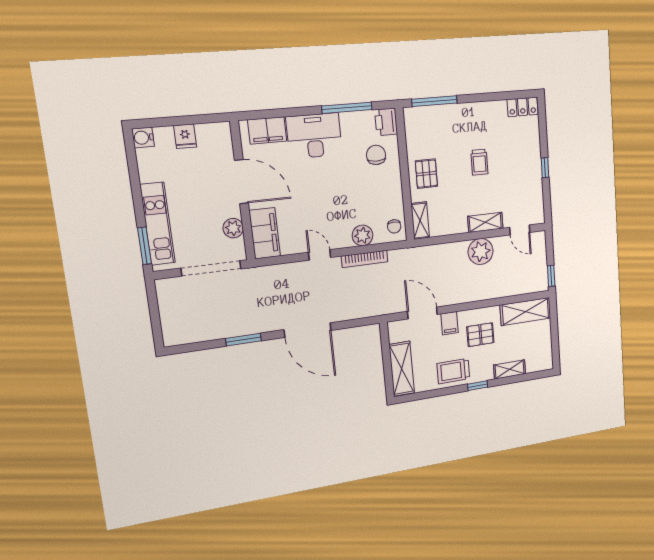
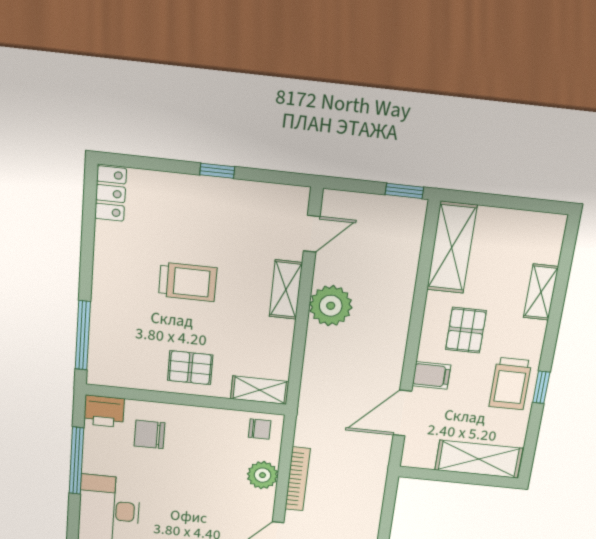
trolley: (479, 162) -> (188, 282), width x1.36, depth x1.39
window: (478, 386) -> (541, 387), moved

